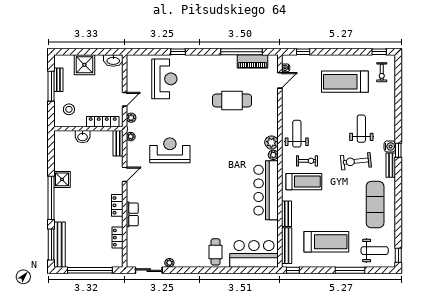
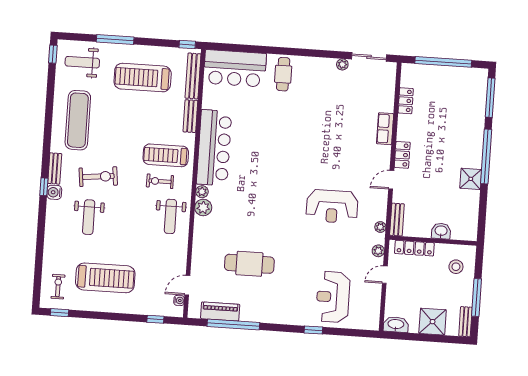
bench: (58, 80) -> (465, 322), moved
locker: (117, 205) -> (402, 155), moved
bench: (60, 245) -> (479, 97), removed

